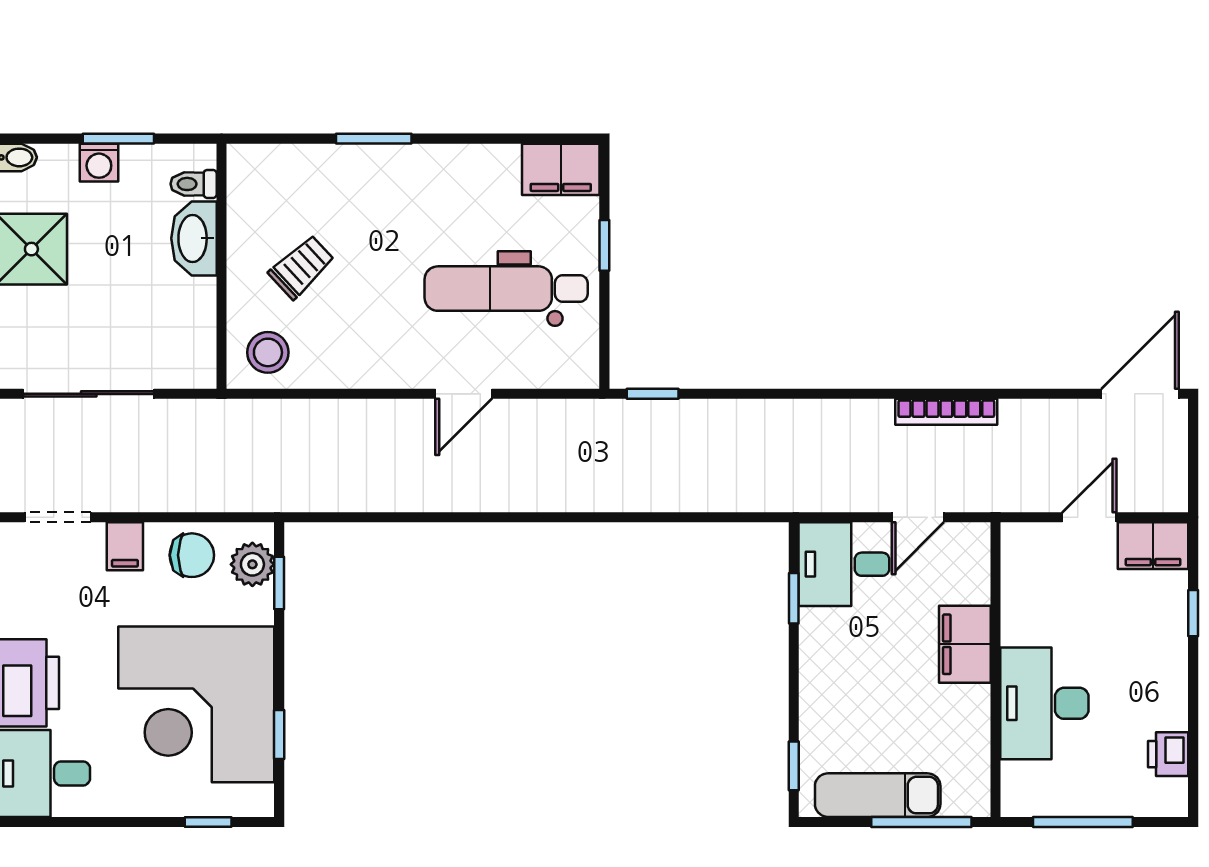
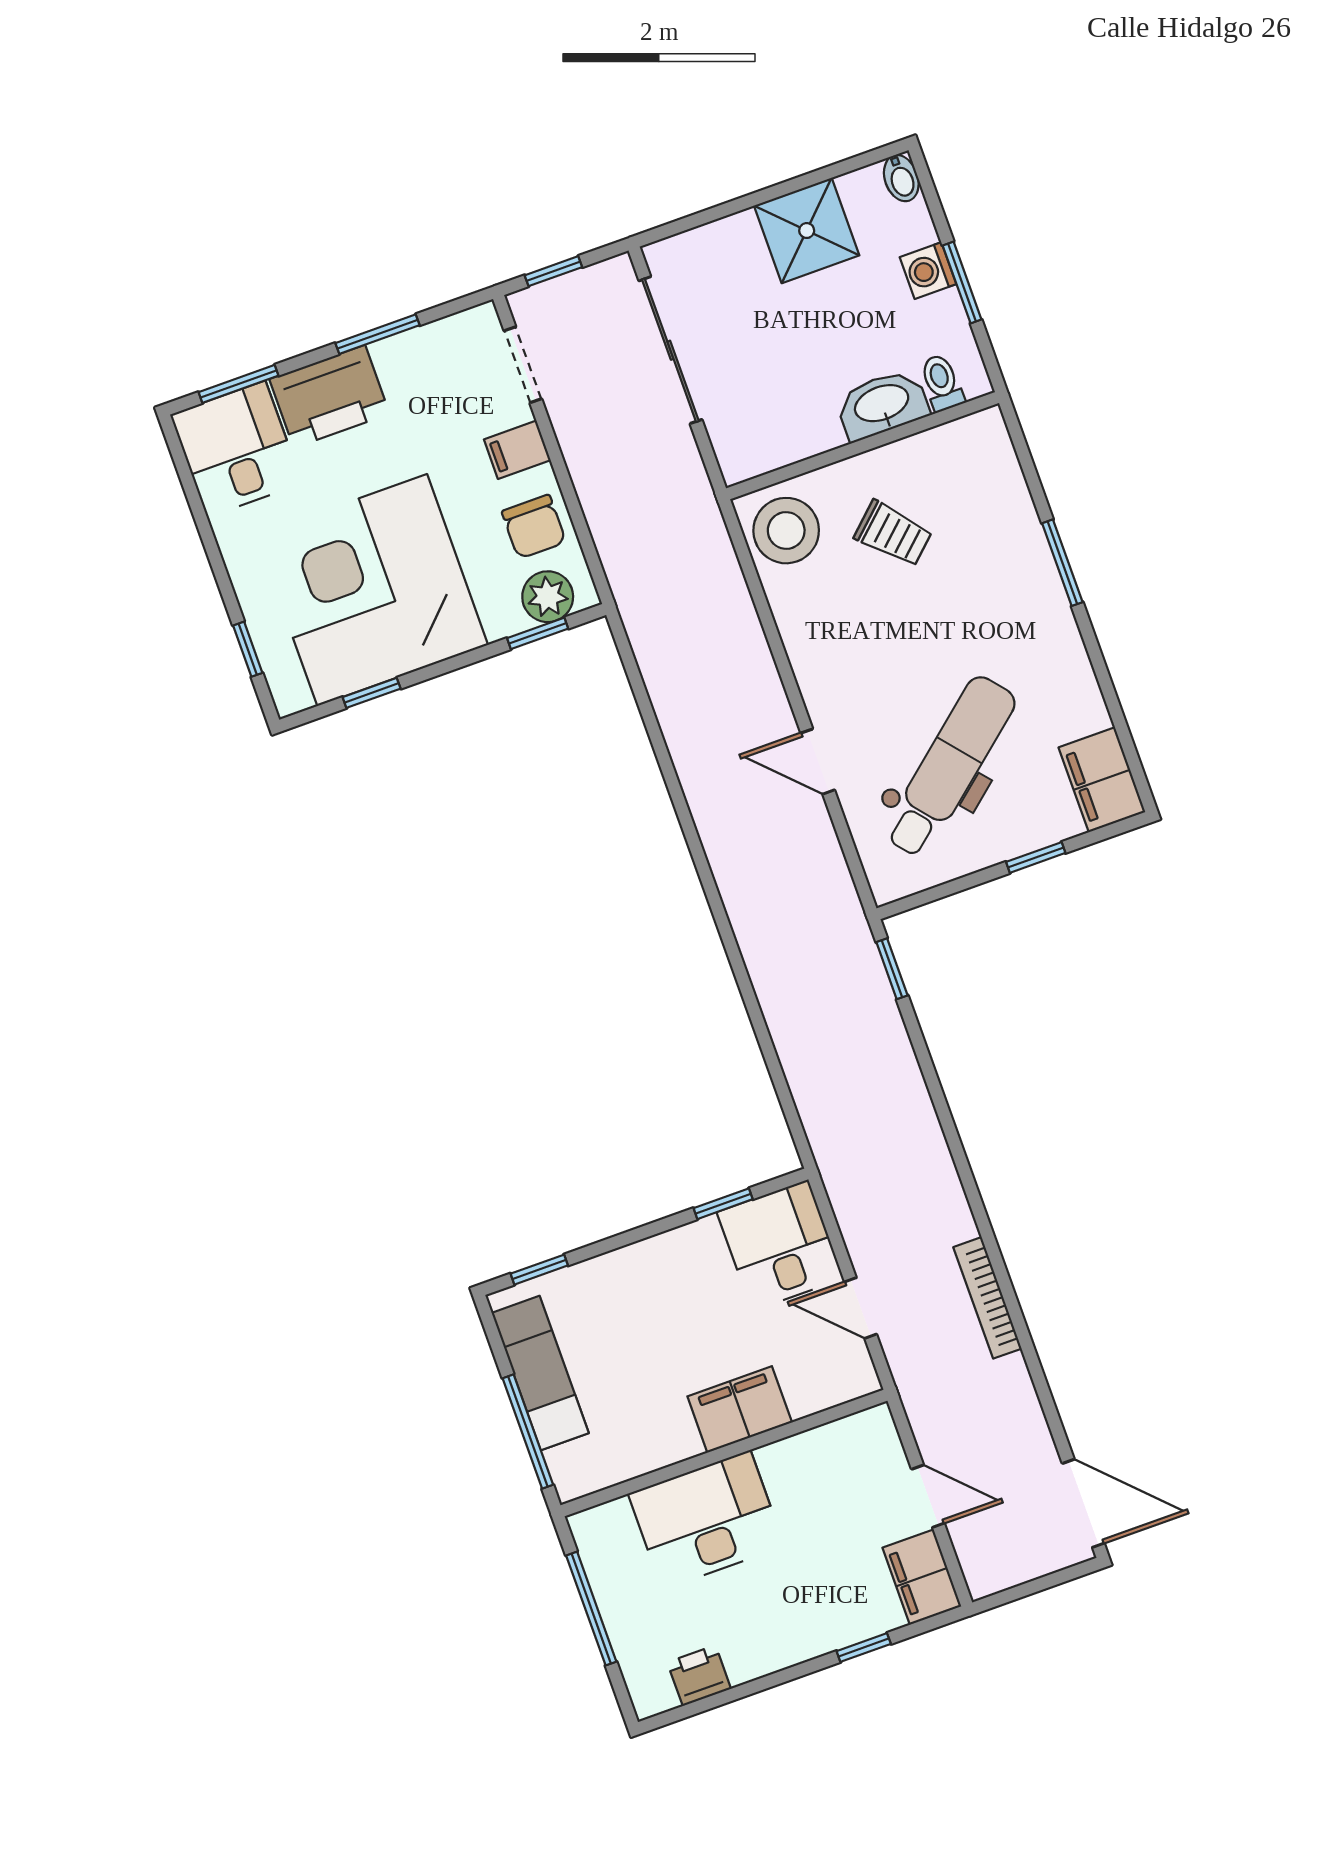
dental chair: (506, 289) -> (950, 767), turned 50
stool: (268, 352) -> (786, 531), width x1.38, depth x1.38

